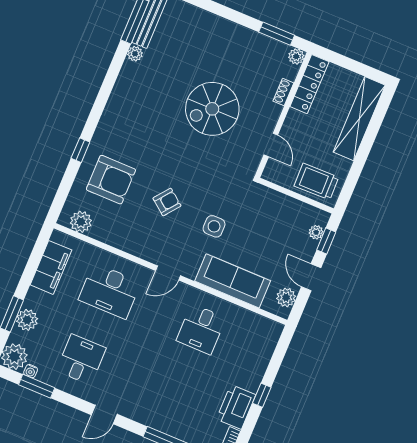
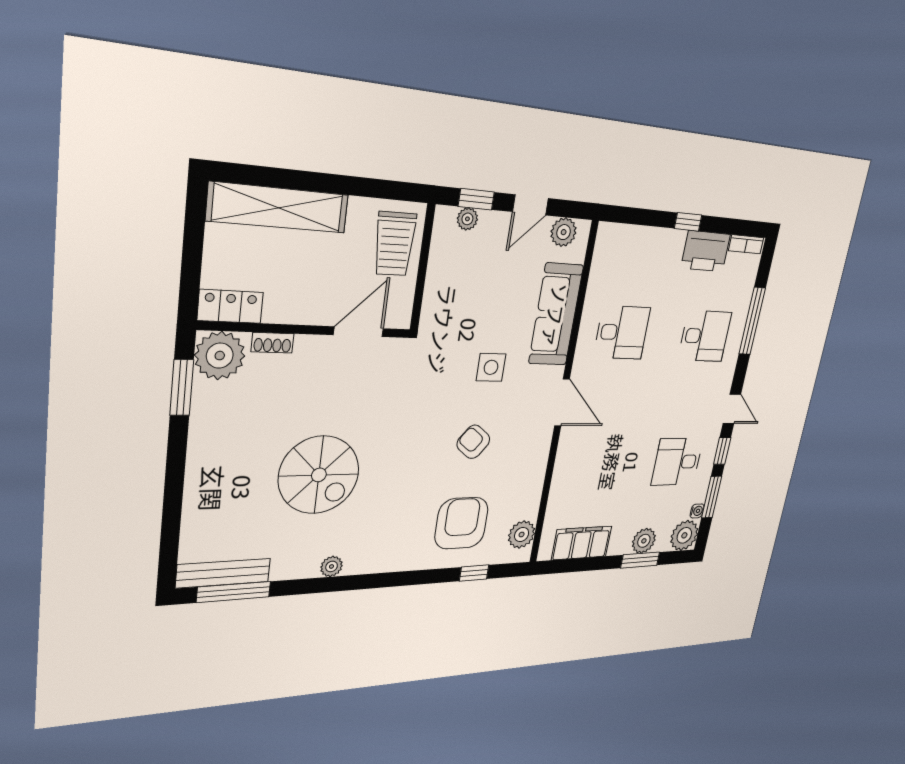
plant: (135, 54) -> (332, 566), moved
plant: (296, 56) -> (220, 356), width x1.87, depth x1.87
locker: (309, 84) -> (230, 306), width x0.66
spiral stairs: (212, 109) -> (319, 475), moved
door: (271, 145) -> (359, 332), width x1.38
window: (80, 150) -> (474, 573), moved
door: (168, 273) -> (562, 403), width x1.38
desk: (110, 291) -> (705, 336), moved, width x0.73
window: (72, 401) -> (722, 451), added

